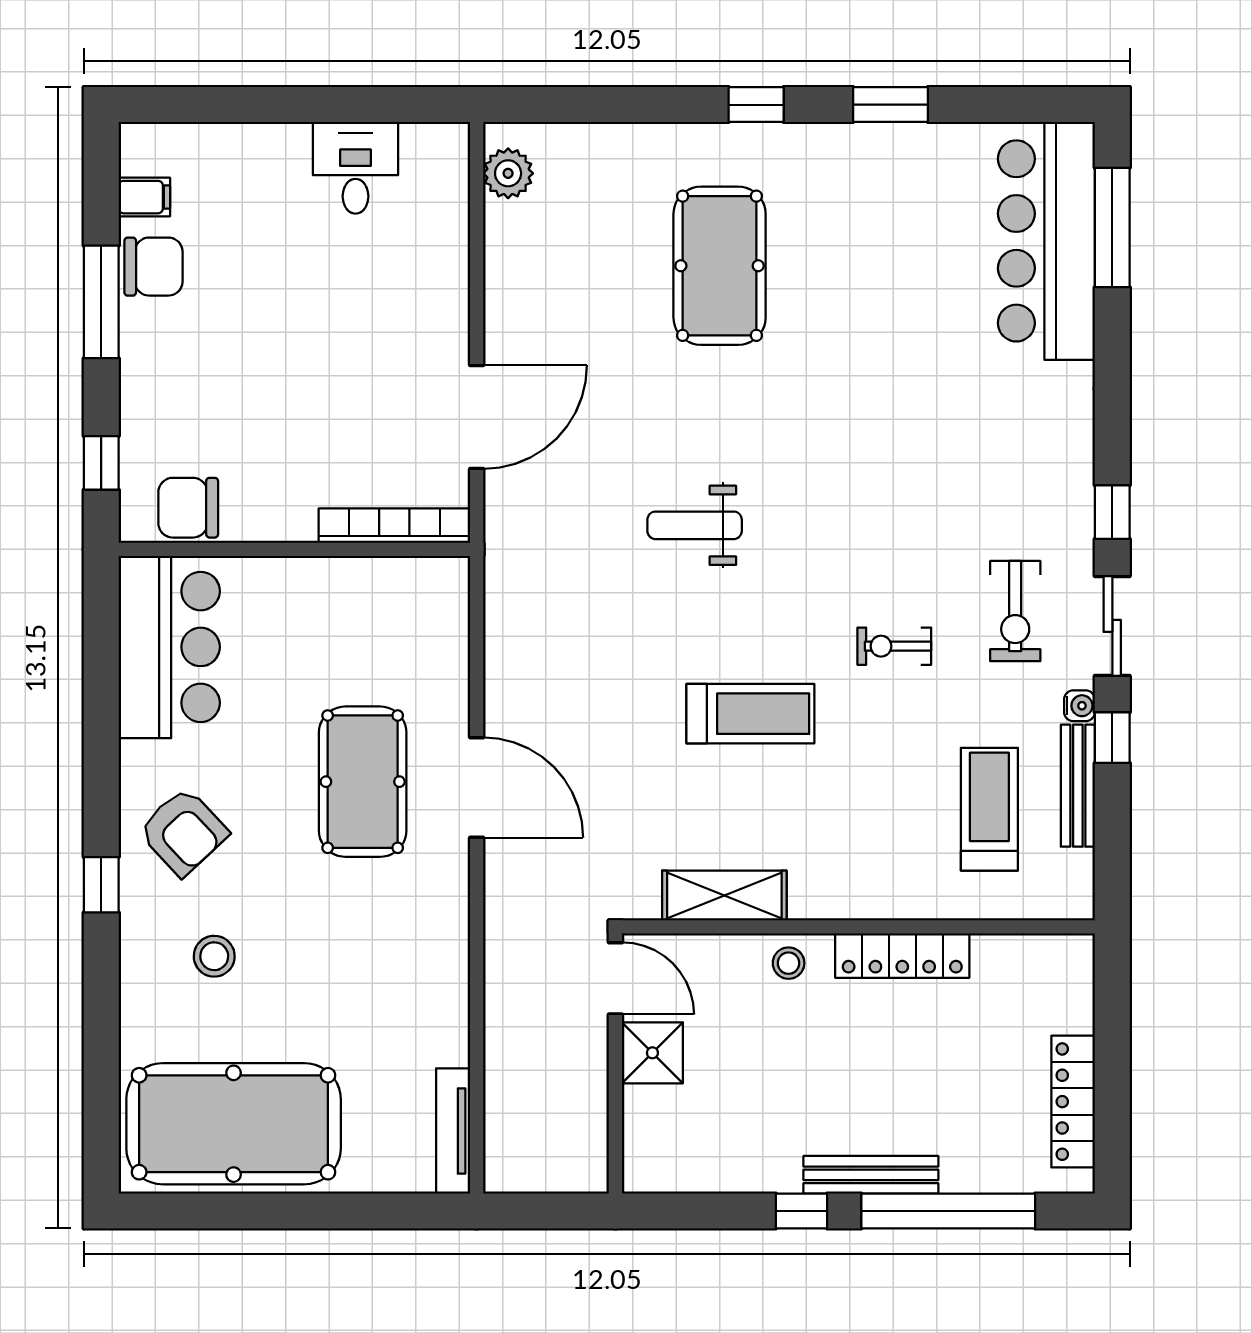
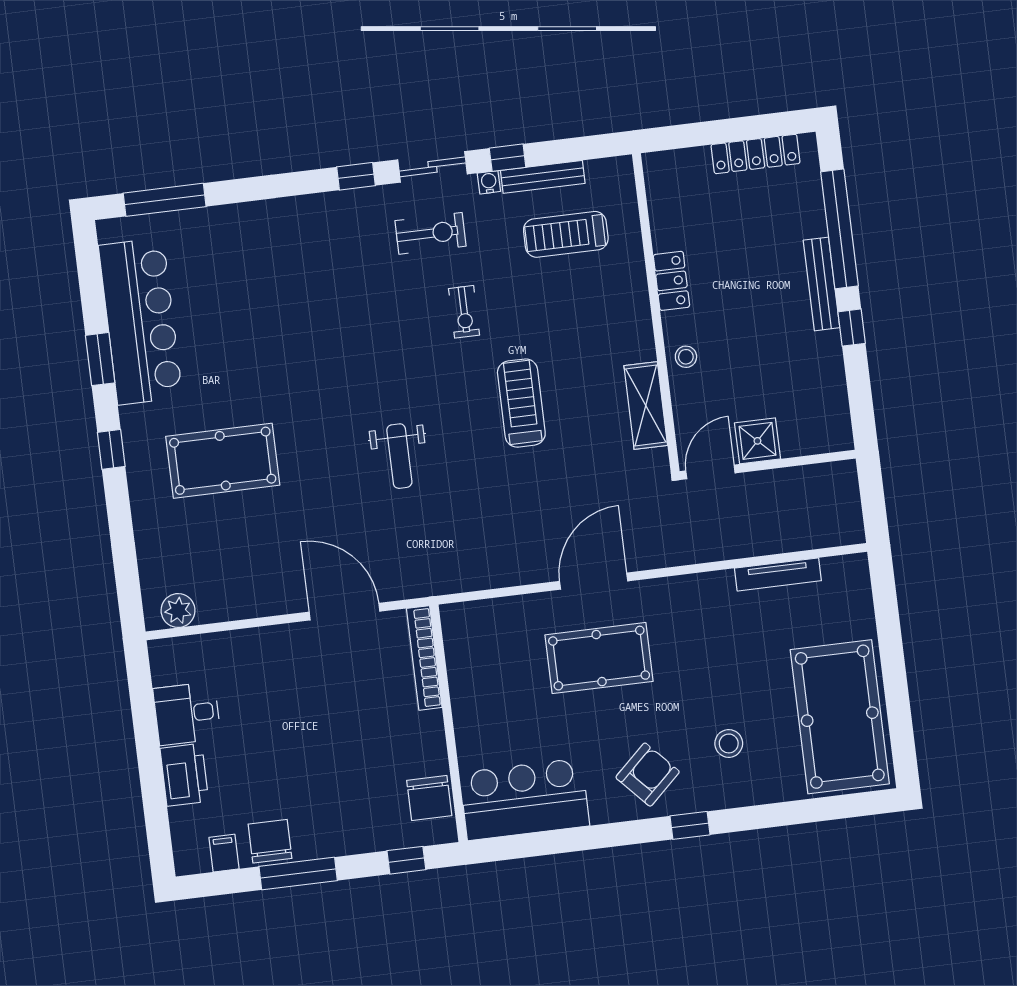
printer: (266, 153) -> (184, 775), added
bar counter: (1046, 241) -> (141, 321), moved, turned -90
locker: (902, 956) -> (671, 281), width x0.66
tv unit: (453, 1131) -> (778, 574), moved

